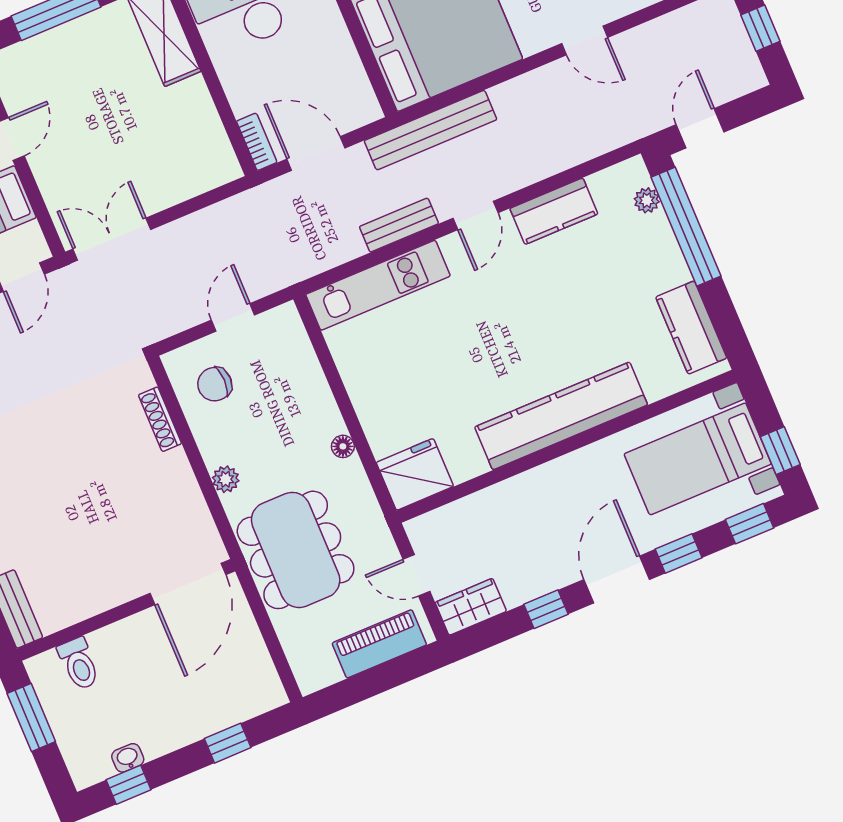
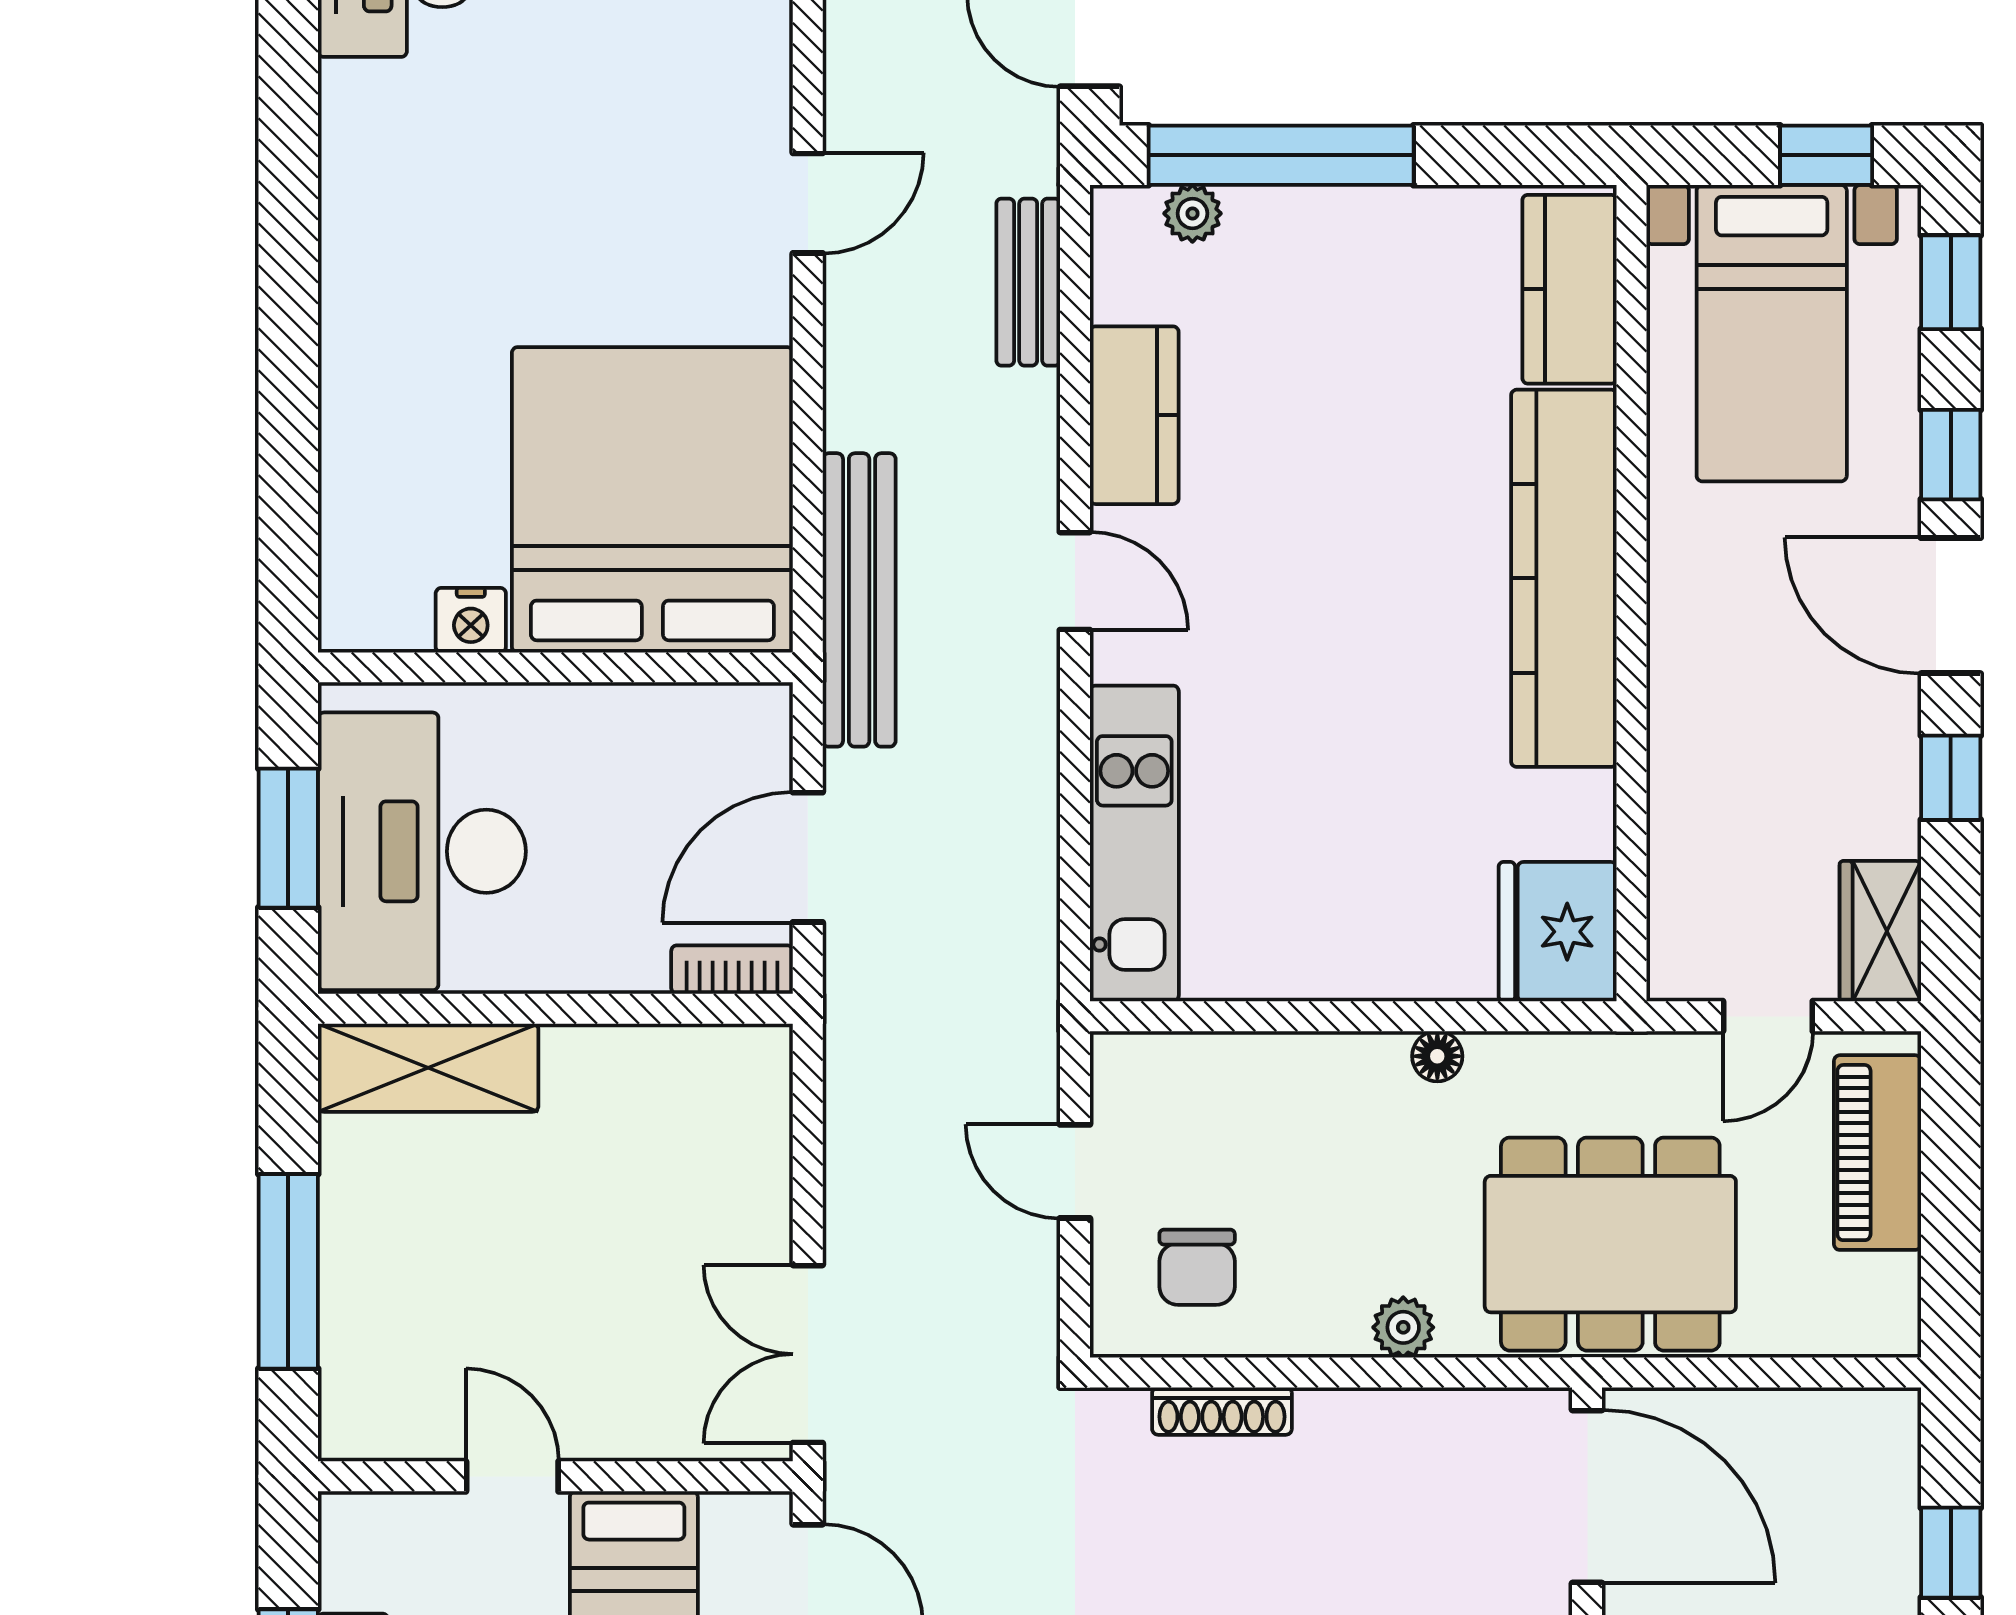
bench: (399, 225) -> (1028, 282), moved
kitchen counter: (691, 328) -> (1569, 289), moved, turned 90

